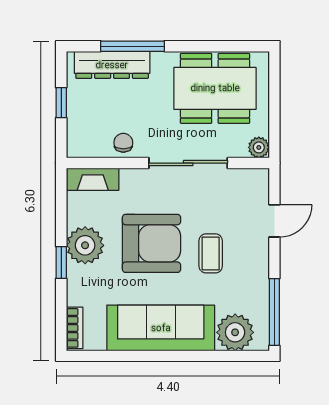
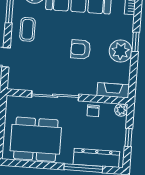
plant: (259, 147) -> (121, 110), moved
armchair: (151, 243) -> (81, 49), width x0.53, depth x0.53
coffee table: (211, 253) -> (28, 29), moved

